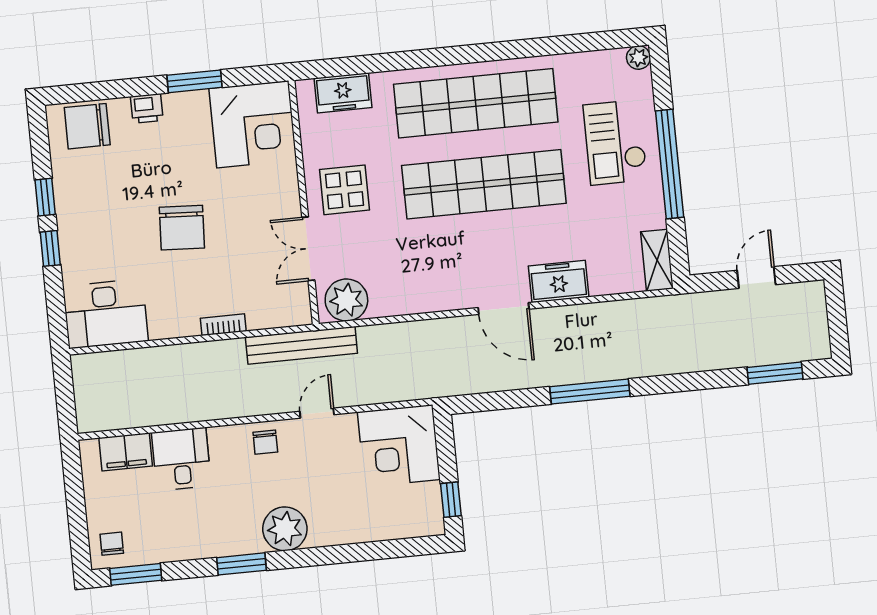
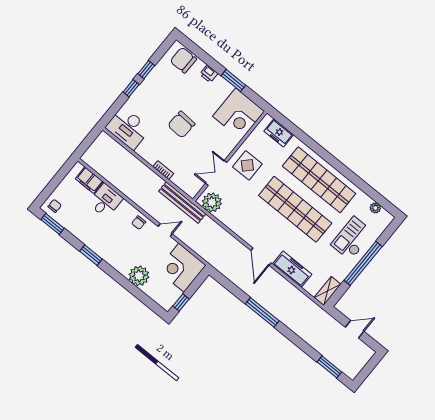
plant: (638, 58) -> (375, 208), moved
freezer: (559, 281) -> (292, 269), width x1.40
plant: (285, 529) -> (139, 276), moved

